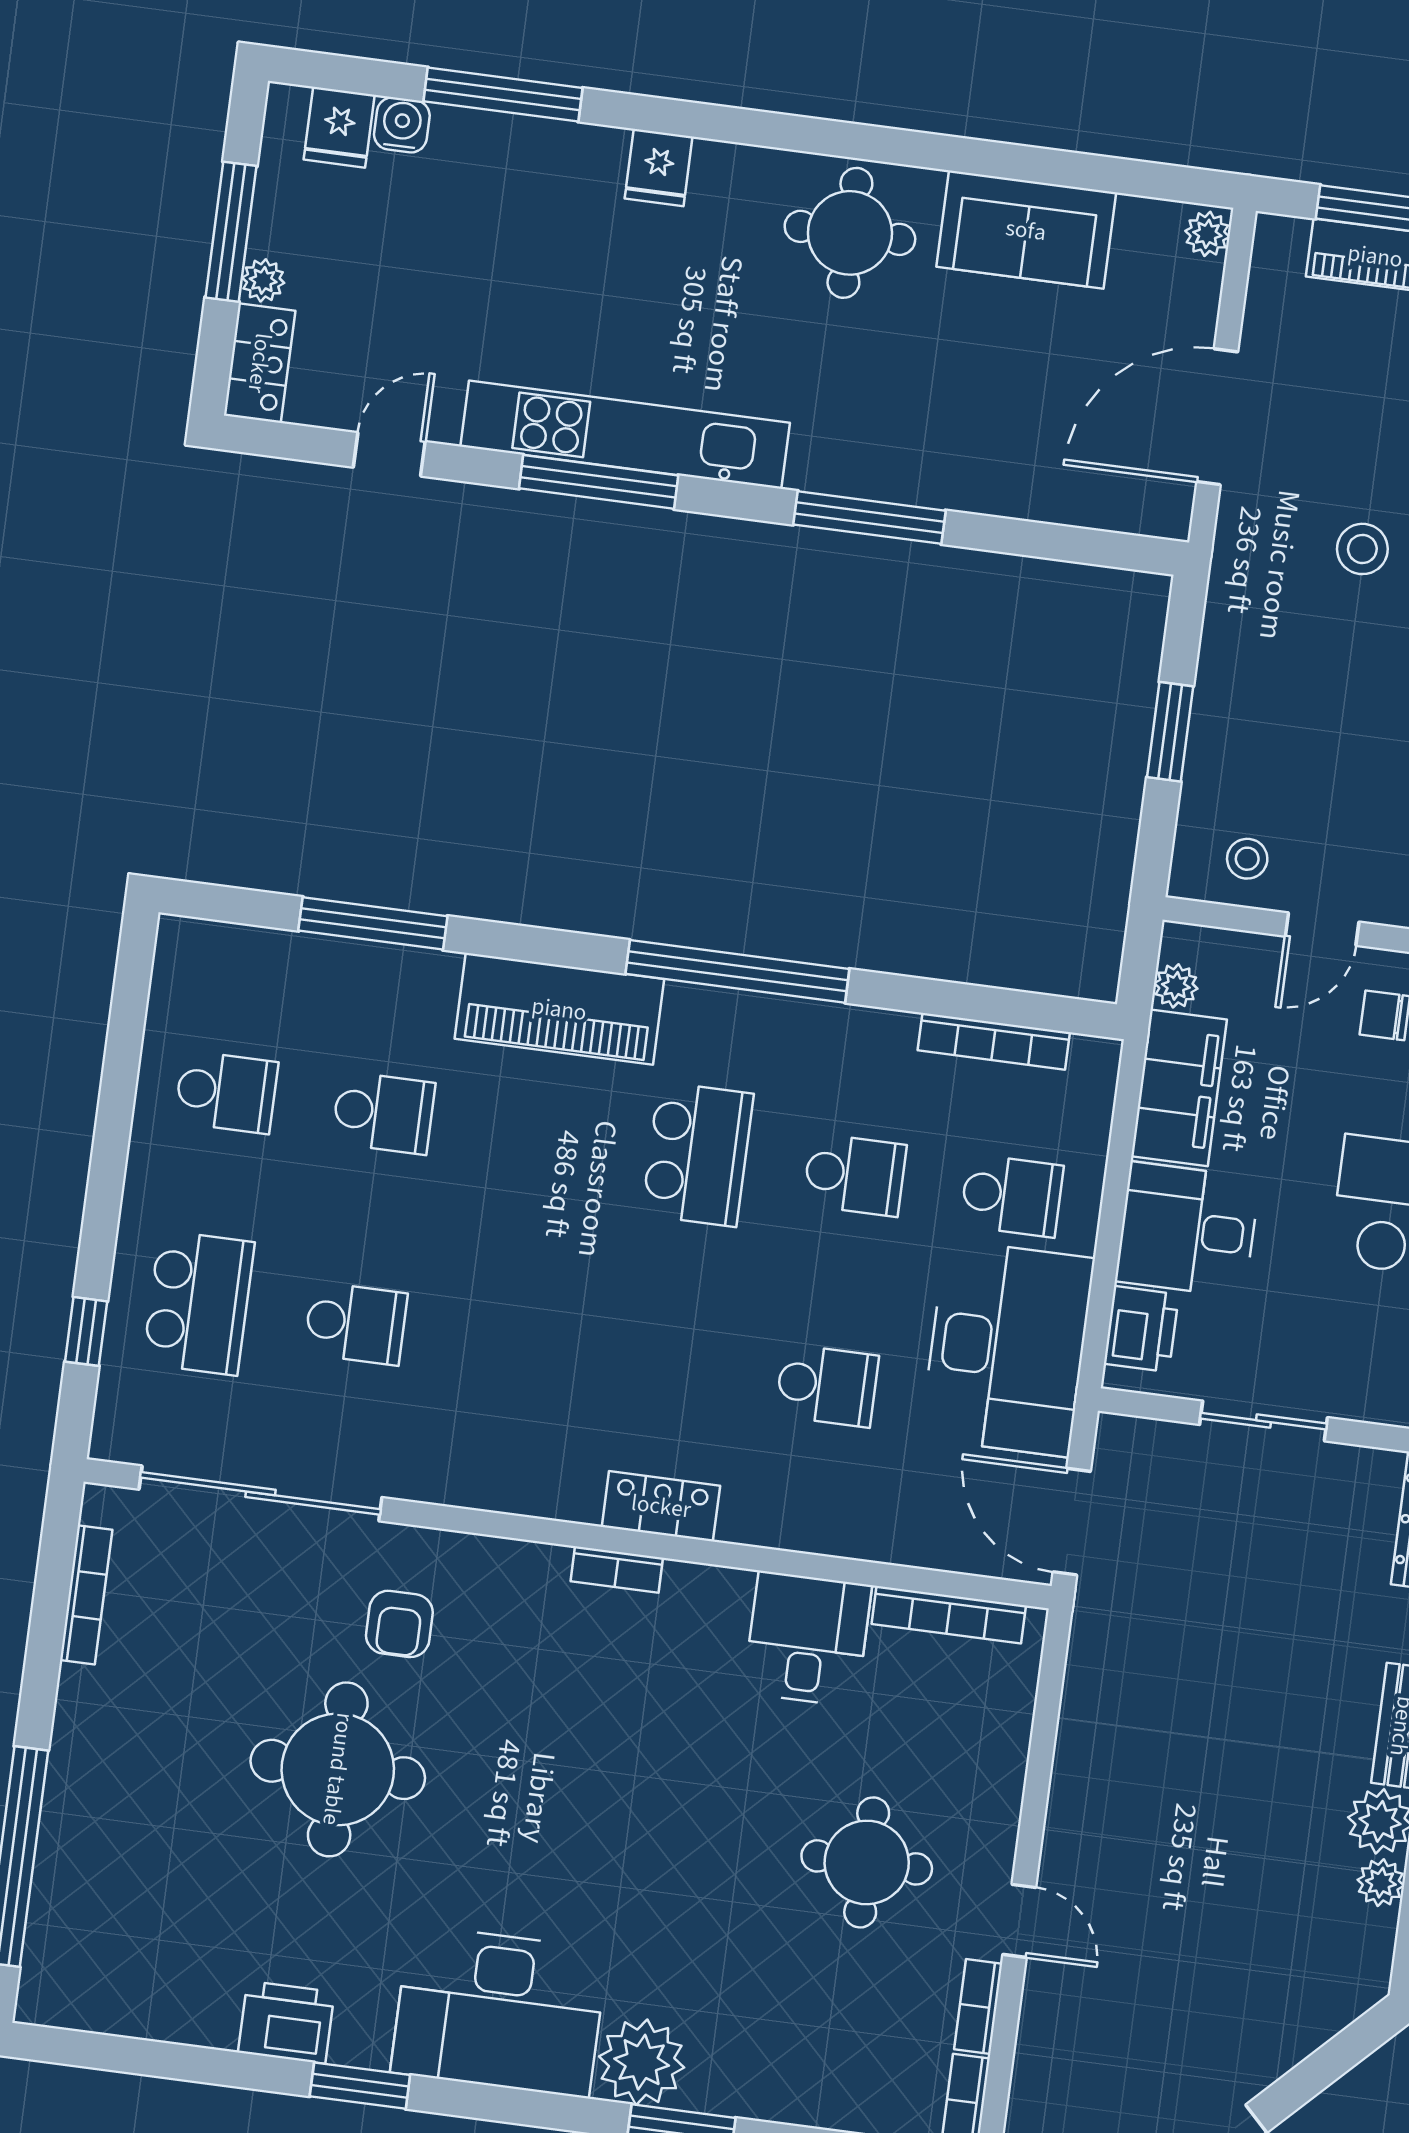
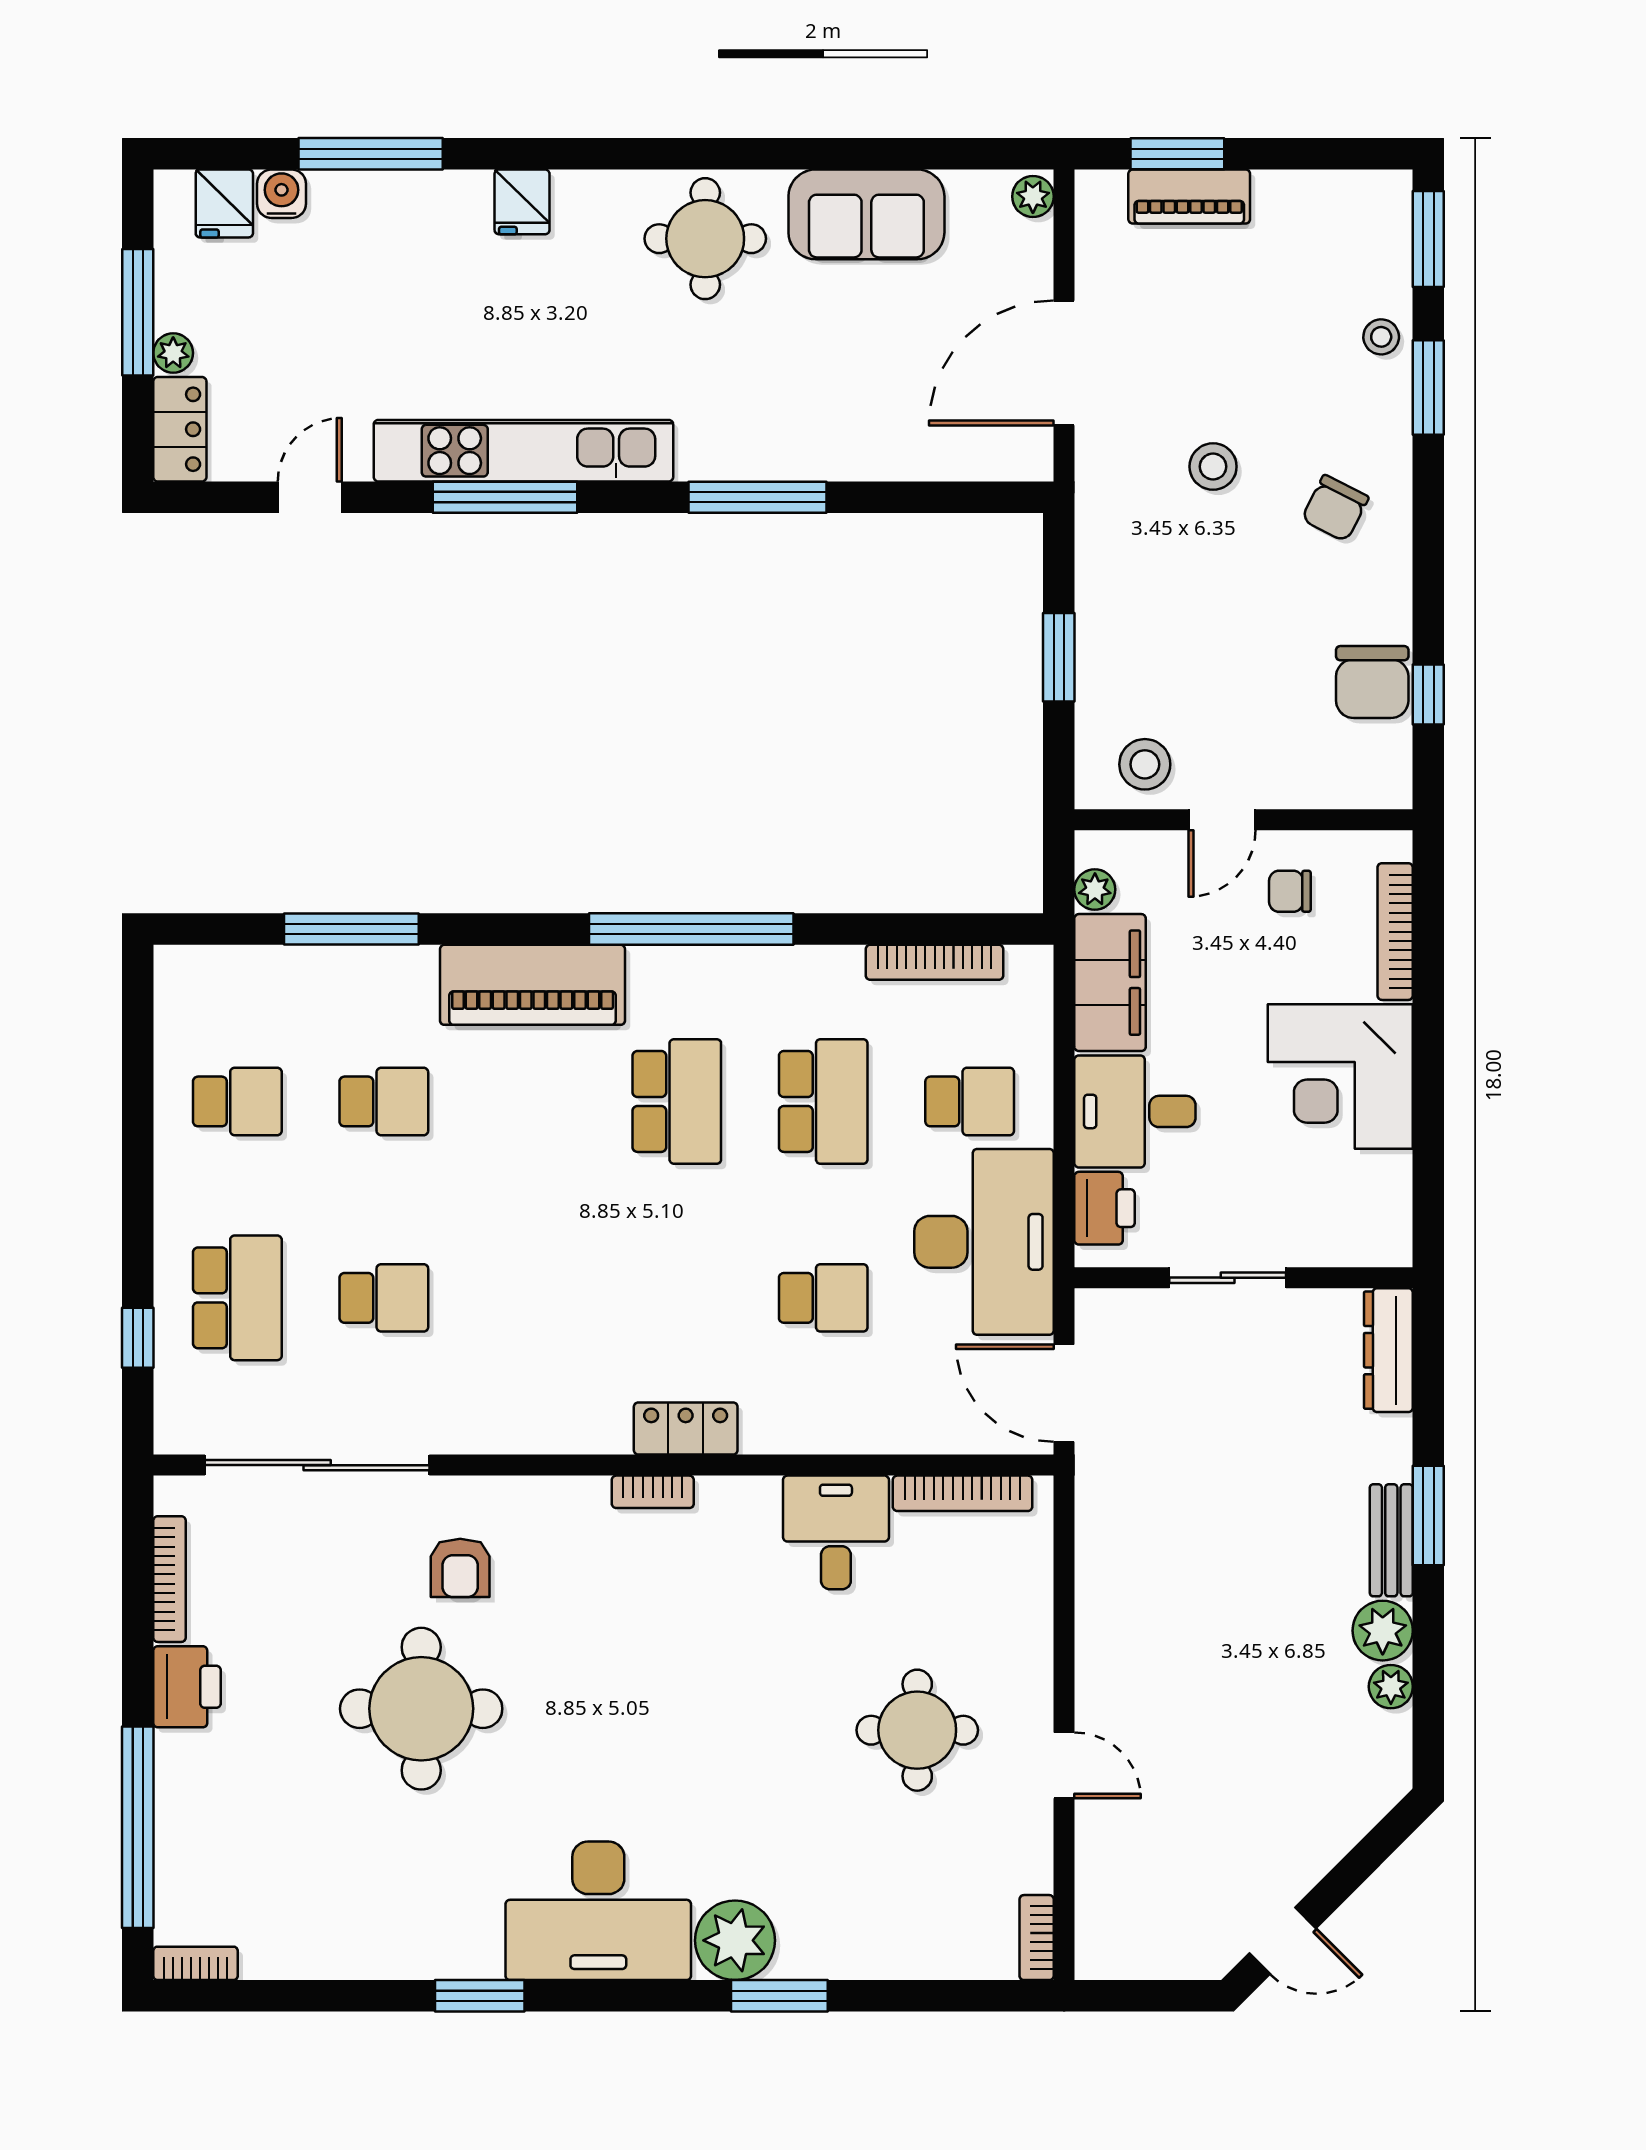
stool: (1247, 859) -> (1145, 764), width x1.37, depth x1.37
school desk: (855, 1175) -> (823, 1101), width x1.85
bookcase: (978, 2006) -> (196, 1963), moved, turned 90
printer: (286, 2022) -> (187, 1687), moved, turned 90

